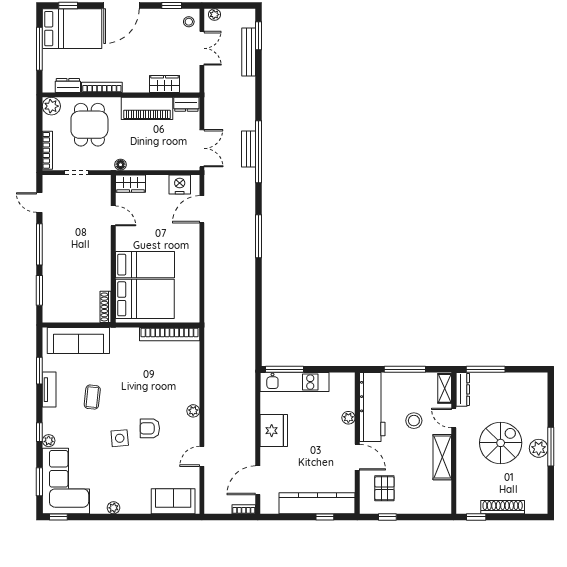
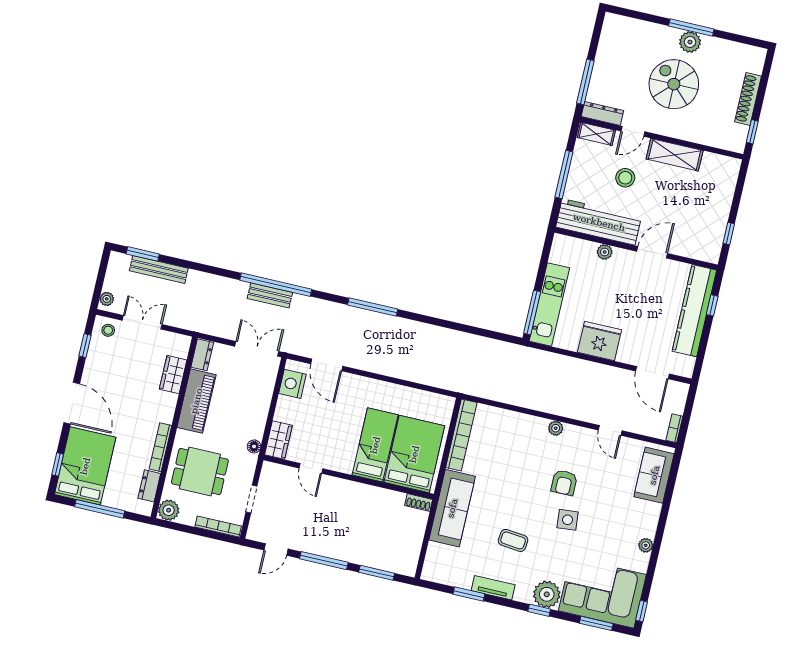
door: (113, 216) -> (311, 468), swing flipped
shoe rack: (106, 307) -> (419, 502), width x0.70
sofa: (78, 340) -> (452, 508), moved
plant: (49, 441) -> (547, 594), width x1.88, depth x1.88
pallet: (384, 488) -> (695, 229), removed
bookcase: (244, 509) -> (674, 428), moved

